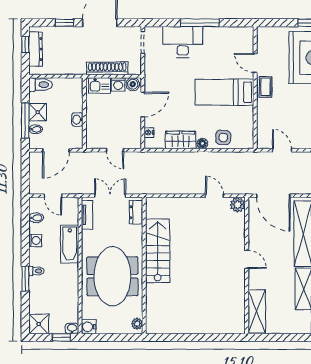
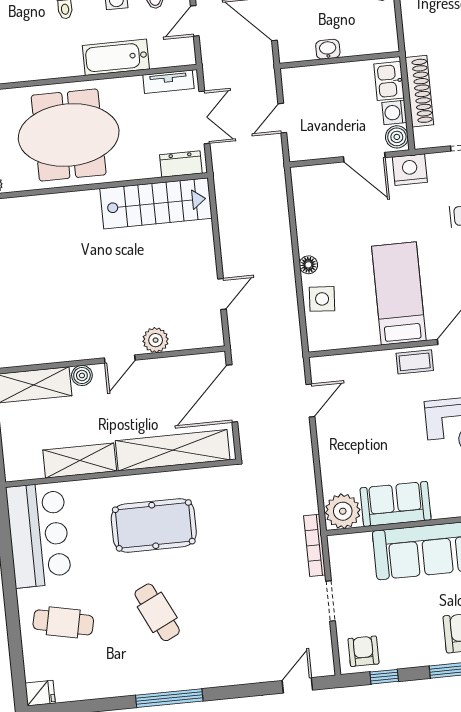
nightstand: (149, 133) -> (410, 170), moved, width x1.89, depth x1.79
wardrobe: (181, 140) -> (311, 228), removed
plant: (238, 205) -> (156, 340), moved
stairs: (158, 251) -> (156, 203), moved
boiler: (254, 283) -> (82, 376), added

